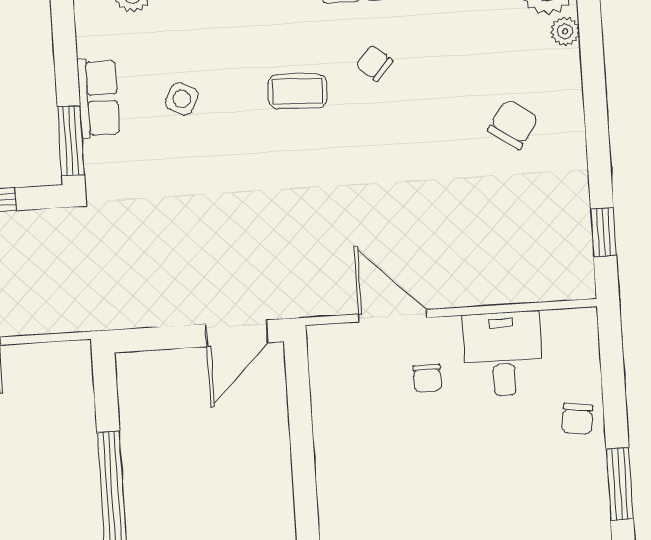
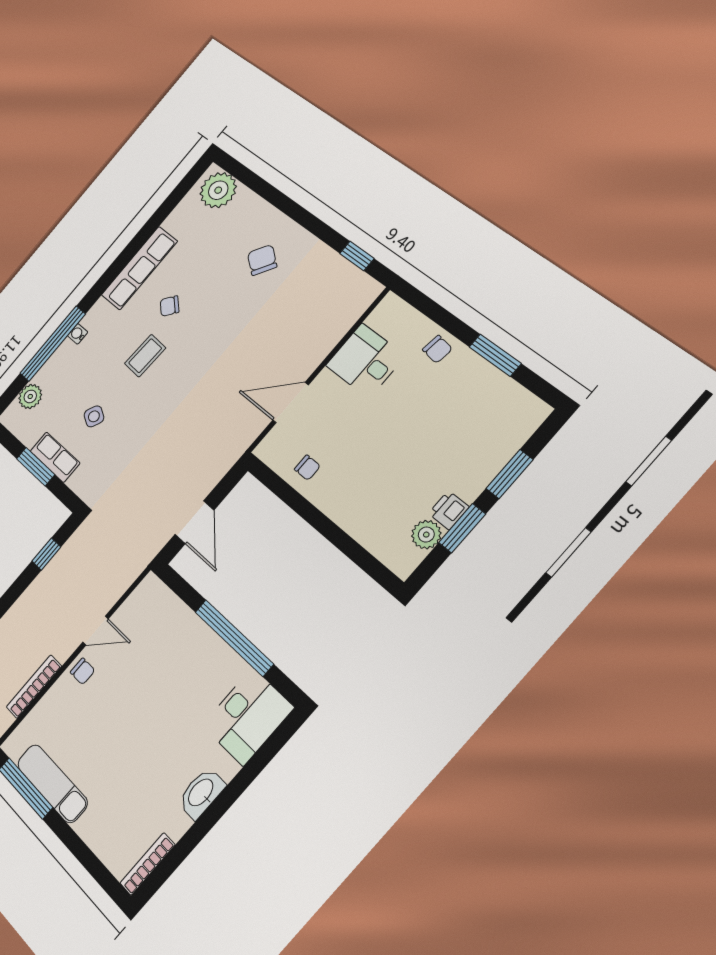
plant: (565, 31) -> (246, 198), removed
window: (71, 141) -> (35, 467), moved
door: (237, 333) -> (194, 522), moved
chair: (427, 378) -> (307, 468), moved

